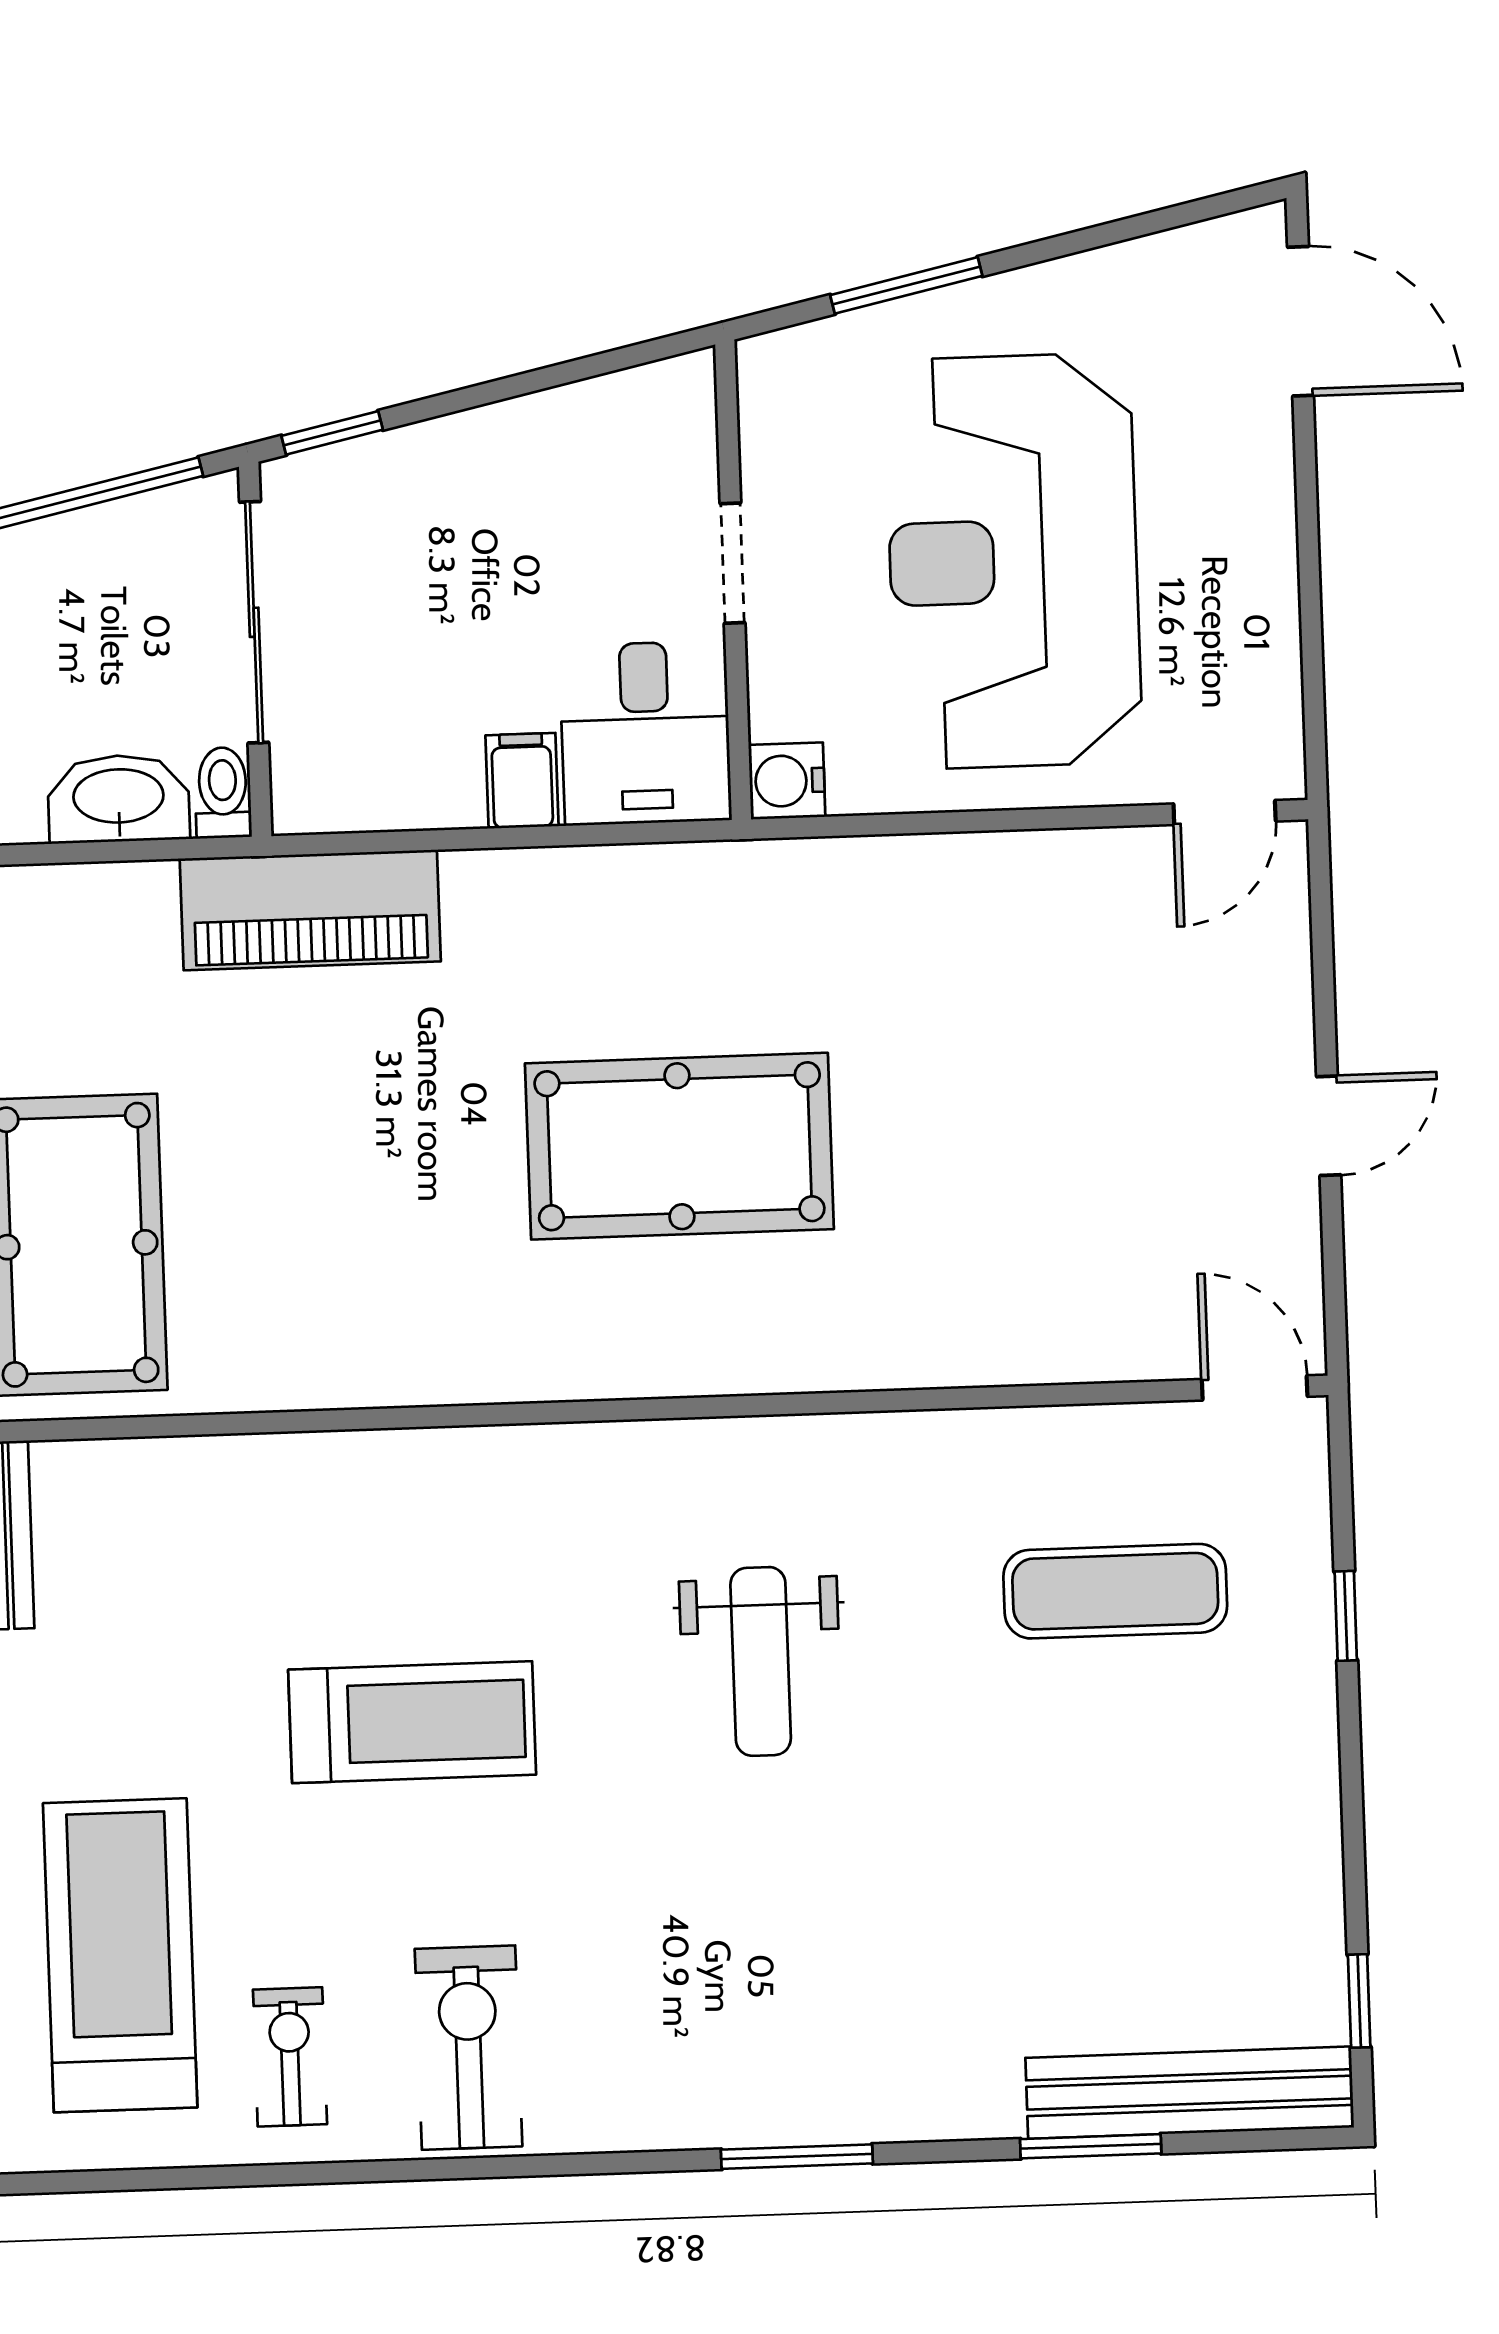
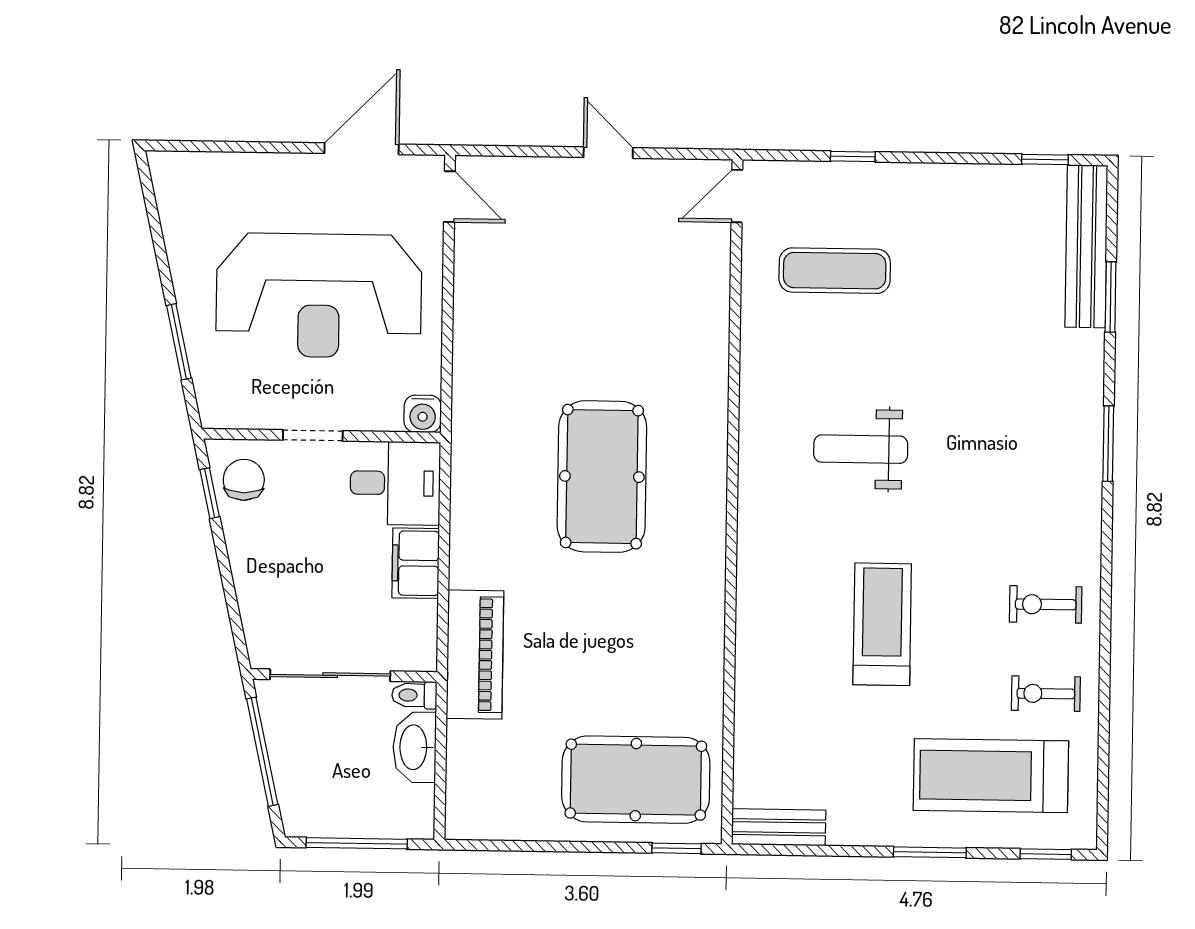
door: (1301, 321) -> (362, 149), moved
chair: (637, 430) -> (244, 480), added
window: (332, 433) -> (210, 493), moved
filing cabinet: (522, 781) -> (416, 563), width x2.00
exercise mat: (1115, 1591) -> (835, 271), turned 90
weight bench: (761, 1661) -> (861, 449), turned 180
exercise bike: (469, 2048) -> (1046, 604), width x0.73, depth x0.72

